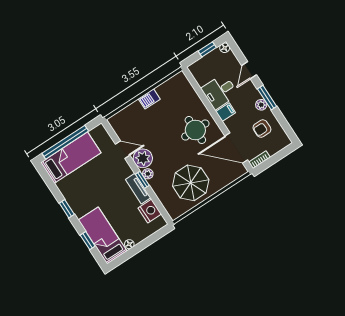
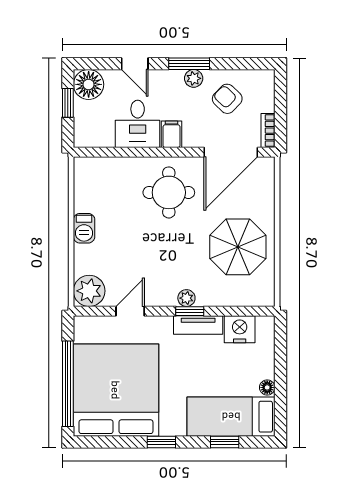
floor lamp: (225, 48) -> (89, 84), width x1.89, depth x1.89
armchair: (262, 129) -> (227, 99), turned 134
bed: (71, 158) -> (116, 390), width x2.04
plant: (143, 158) -> (89, 291), moved

